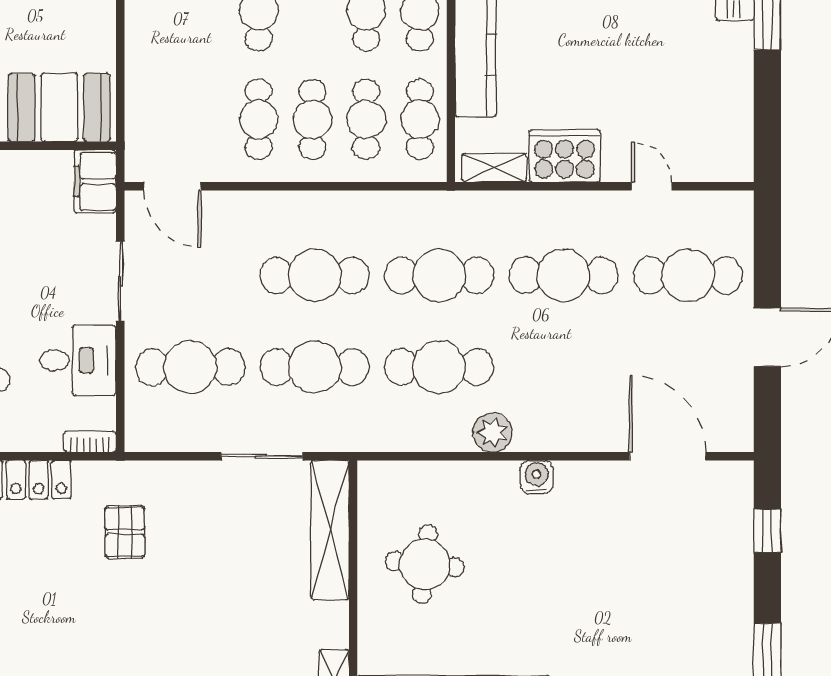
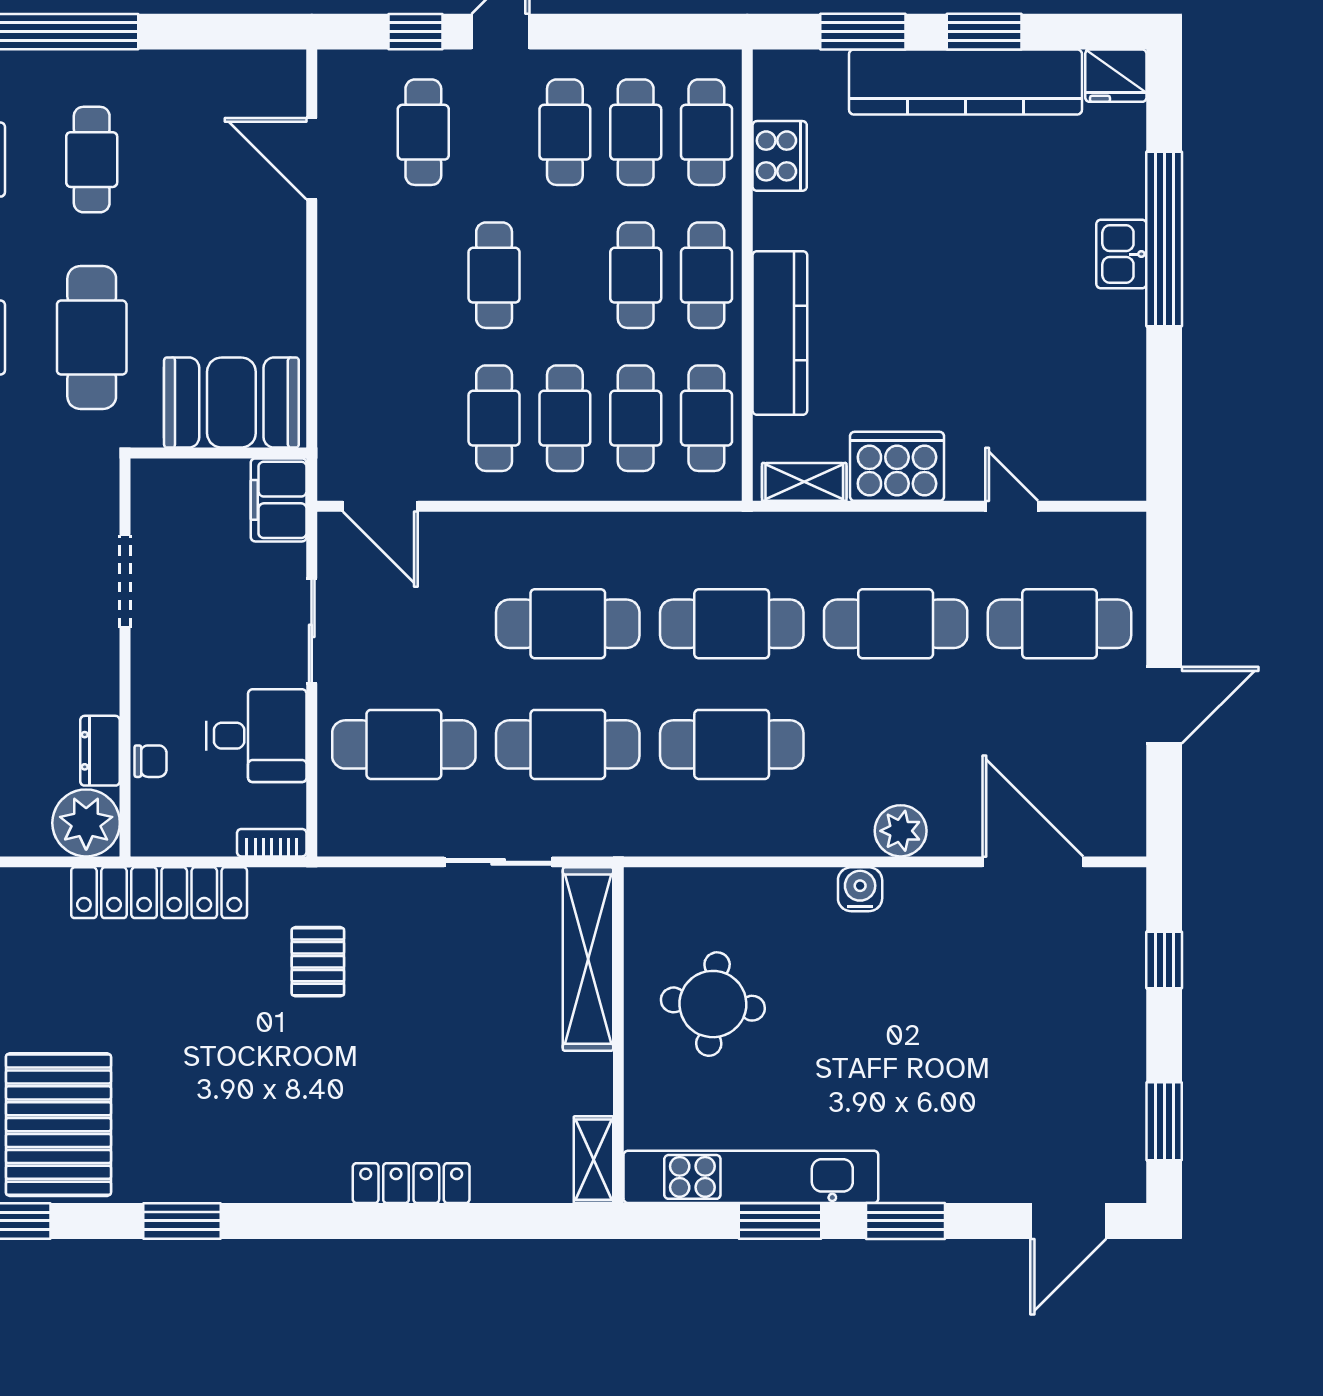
plant: (492, 433) -> (901, 831), moved

